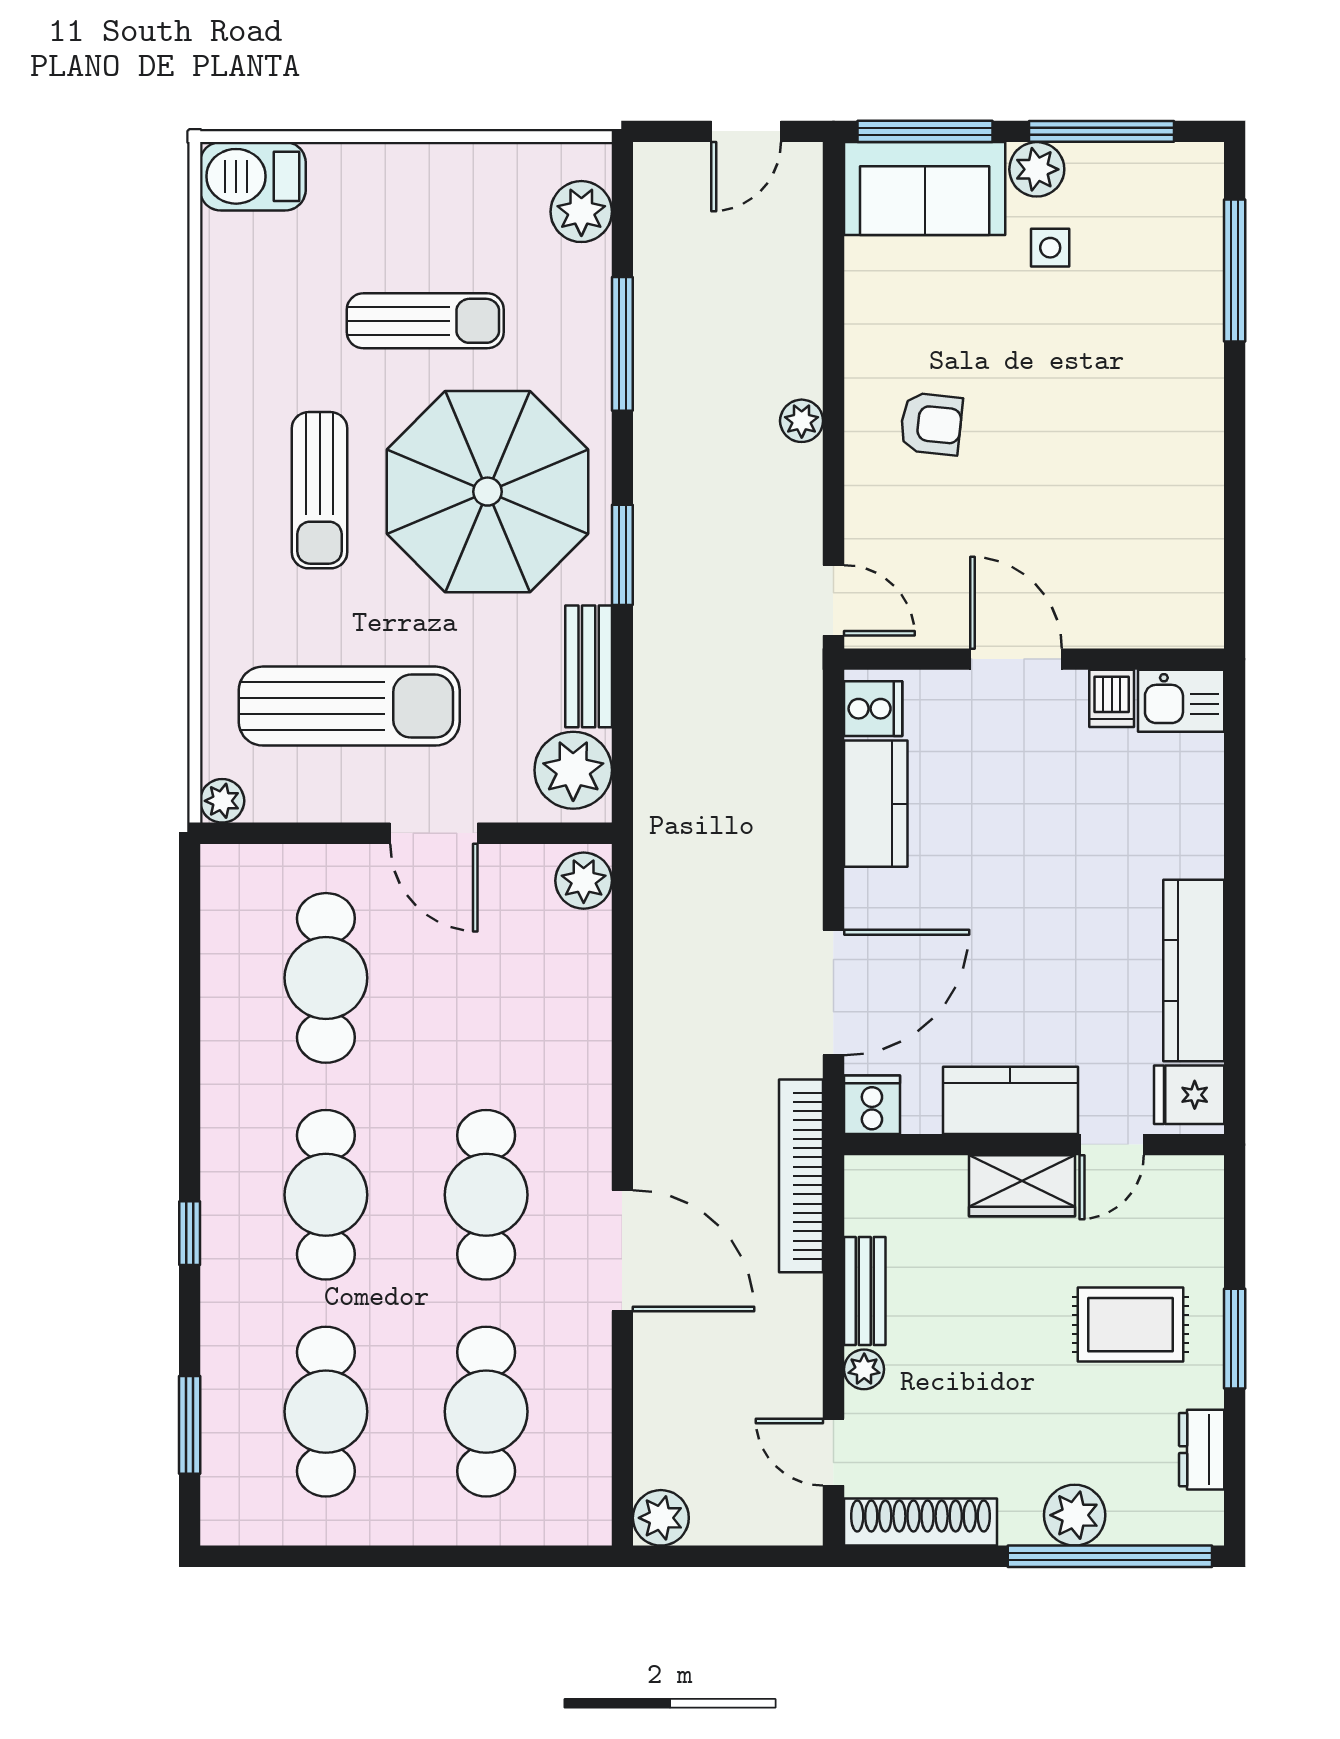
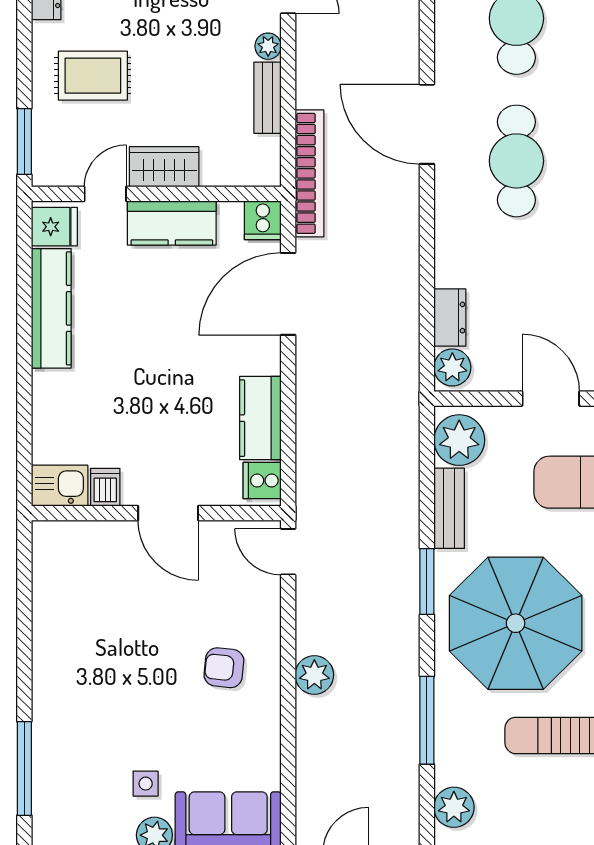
plant: (802, 421) -> (314, 675), width x1.38, depth x1.38
dresser: (587, 957) -> (450, 318), added
window: (1235, 1339) -> (24, 142), moved

